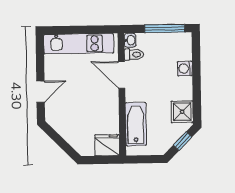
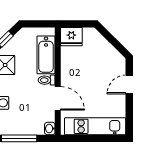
toilet: (134, 55) -> (47, 80), moved

